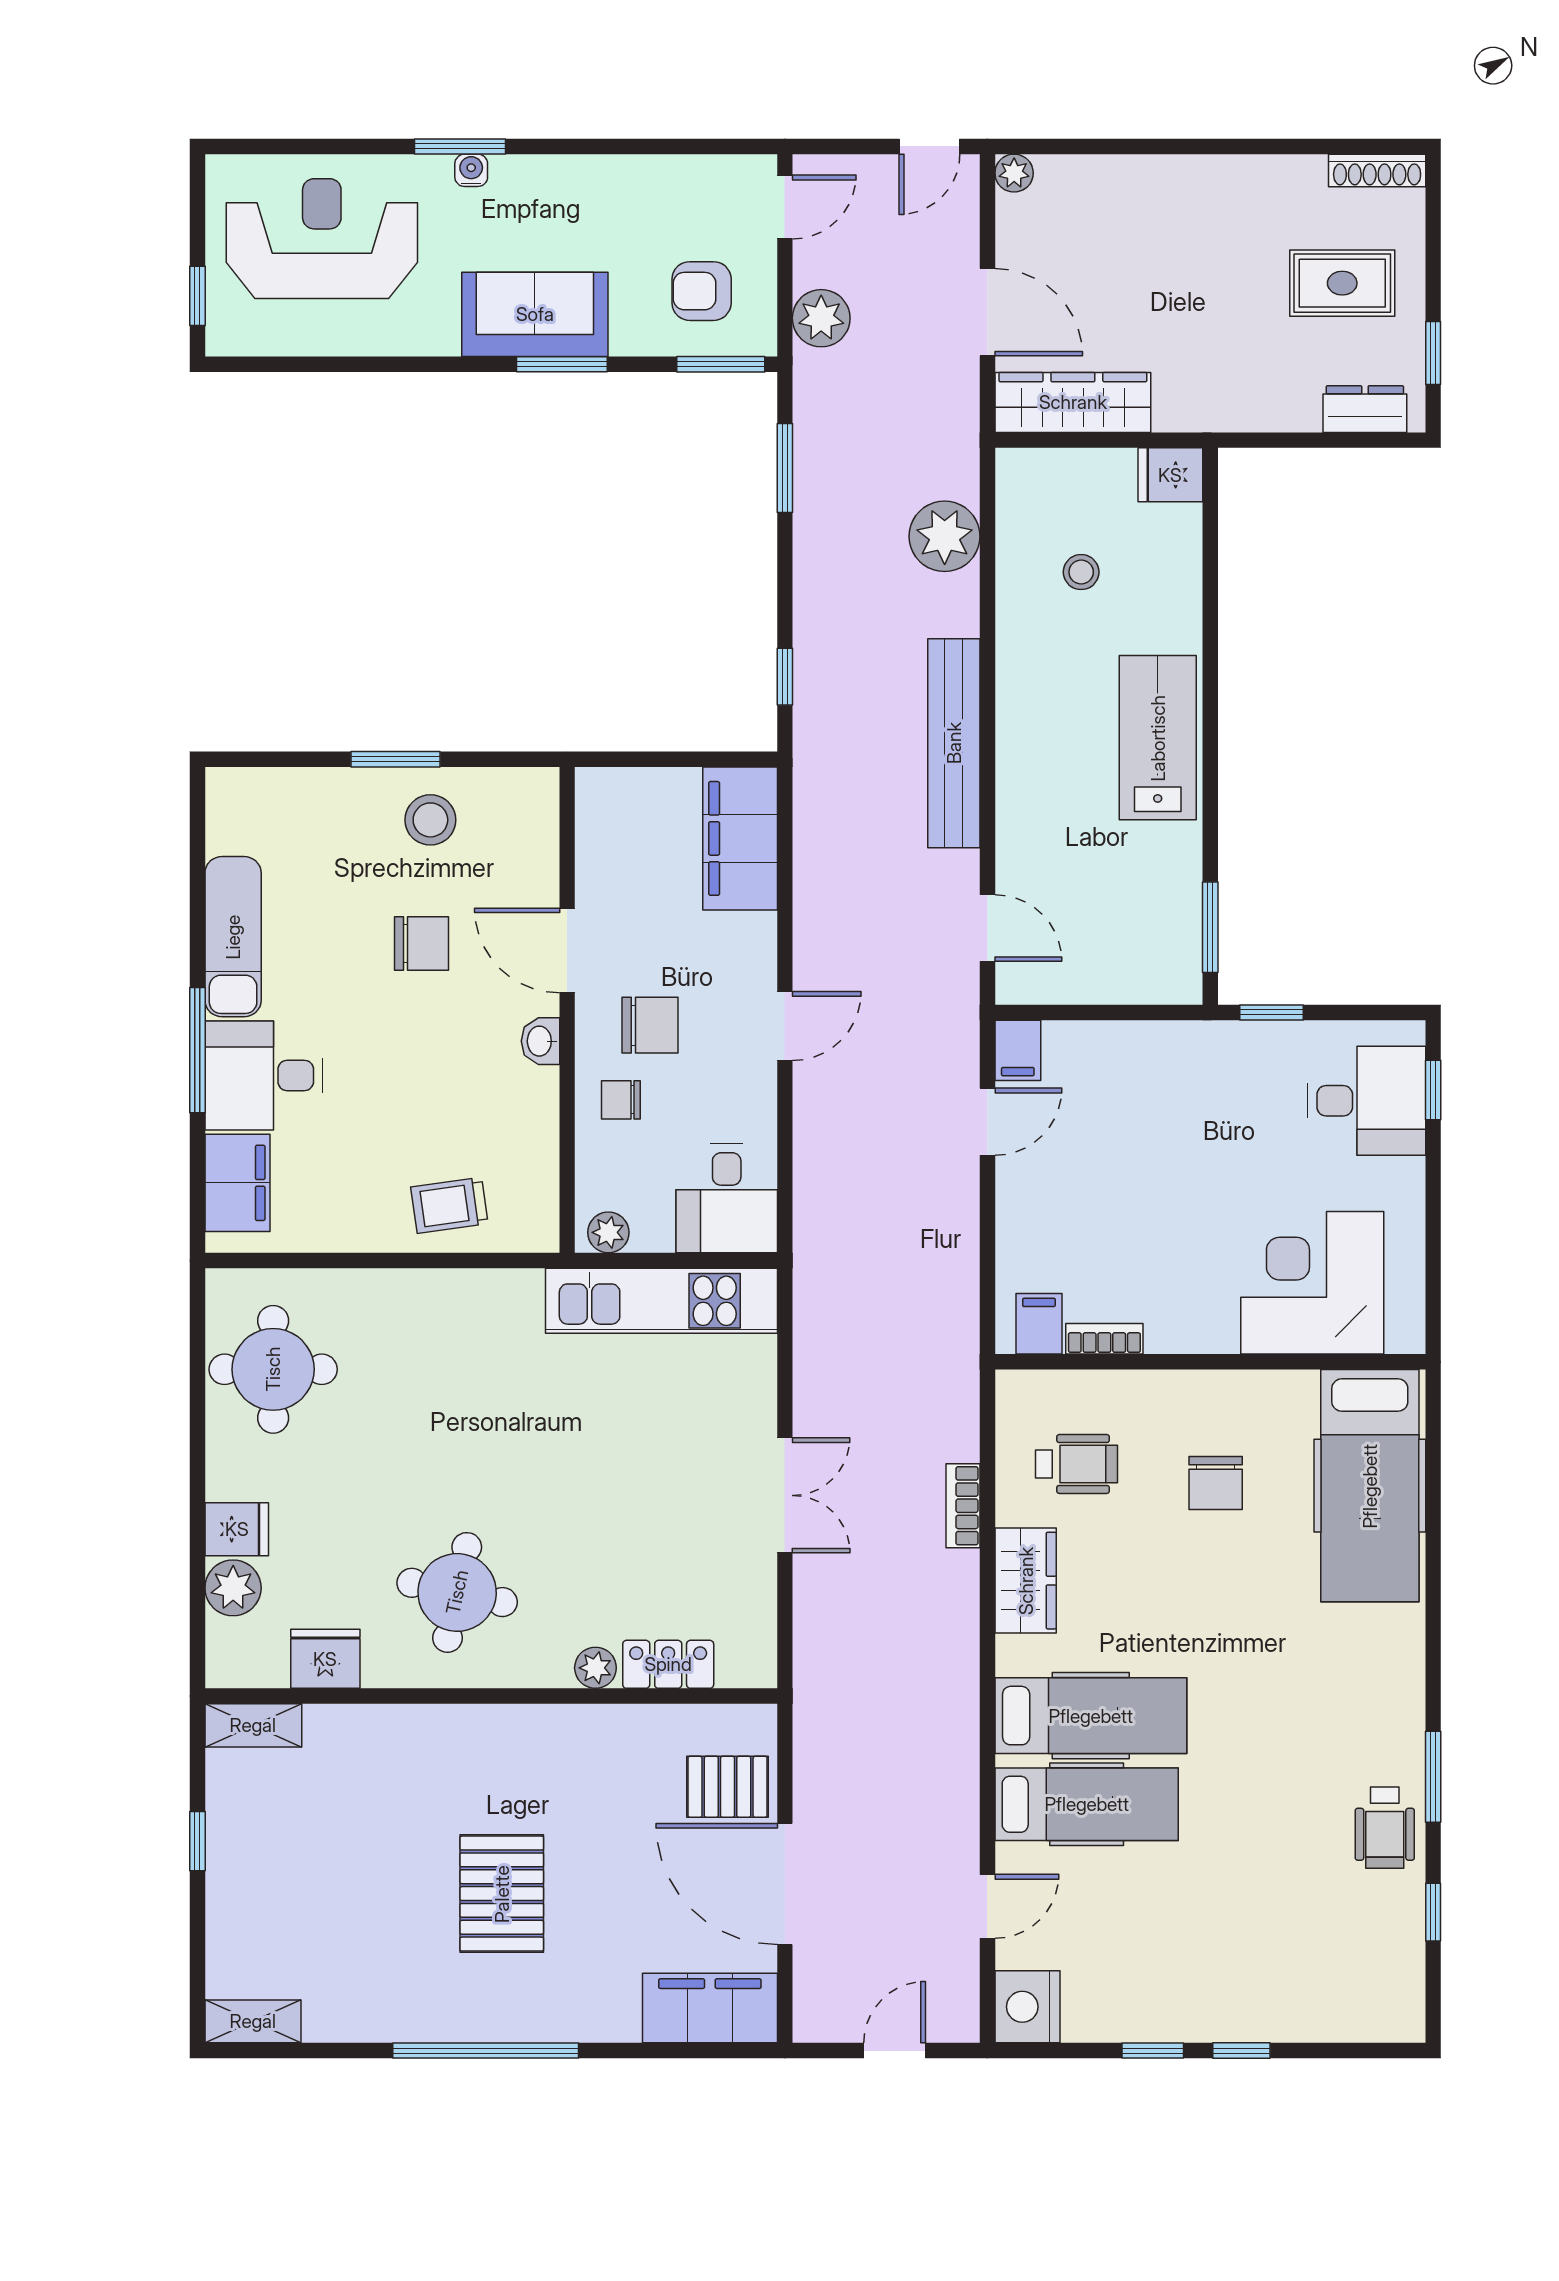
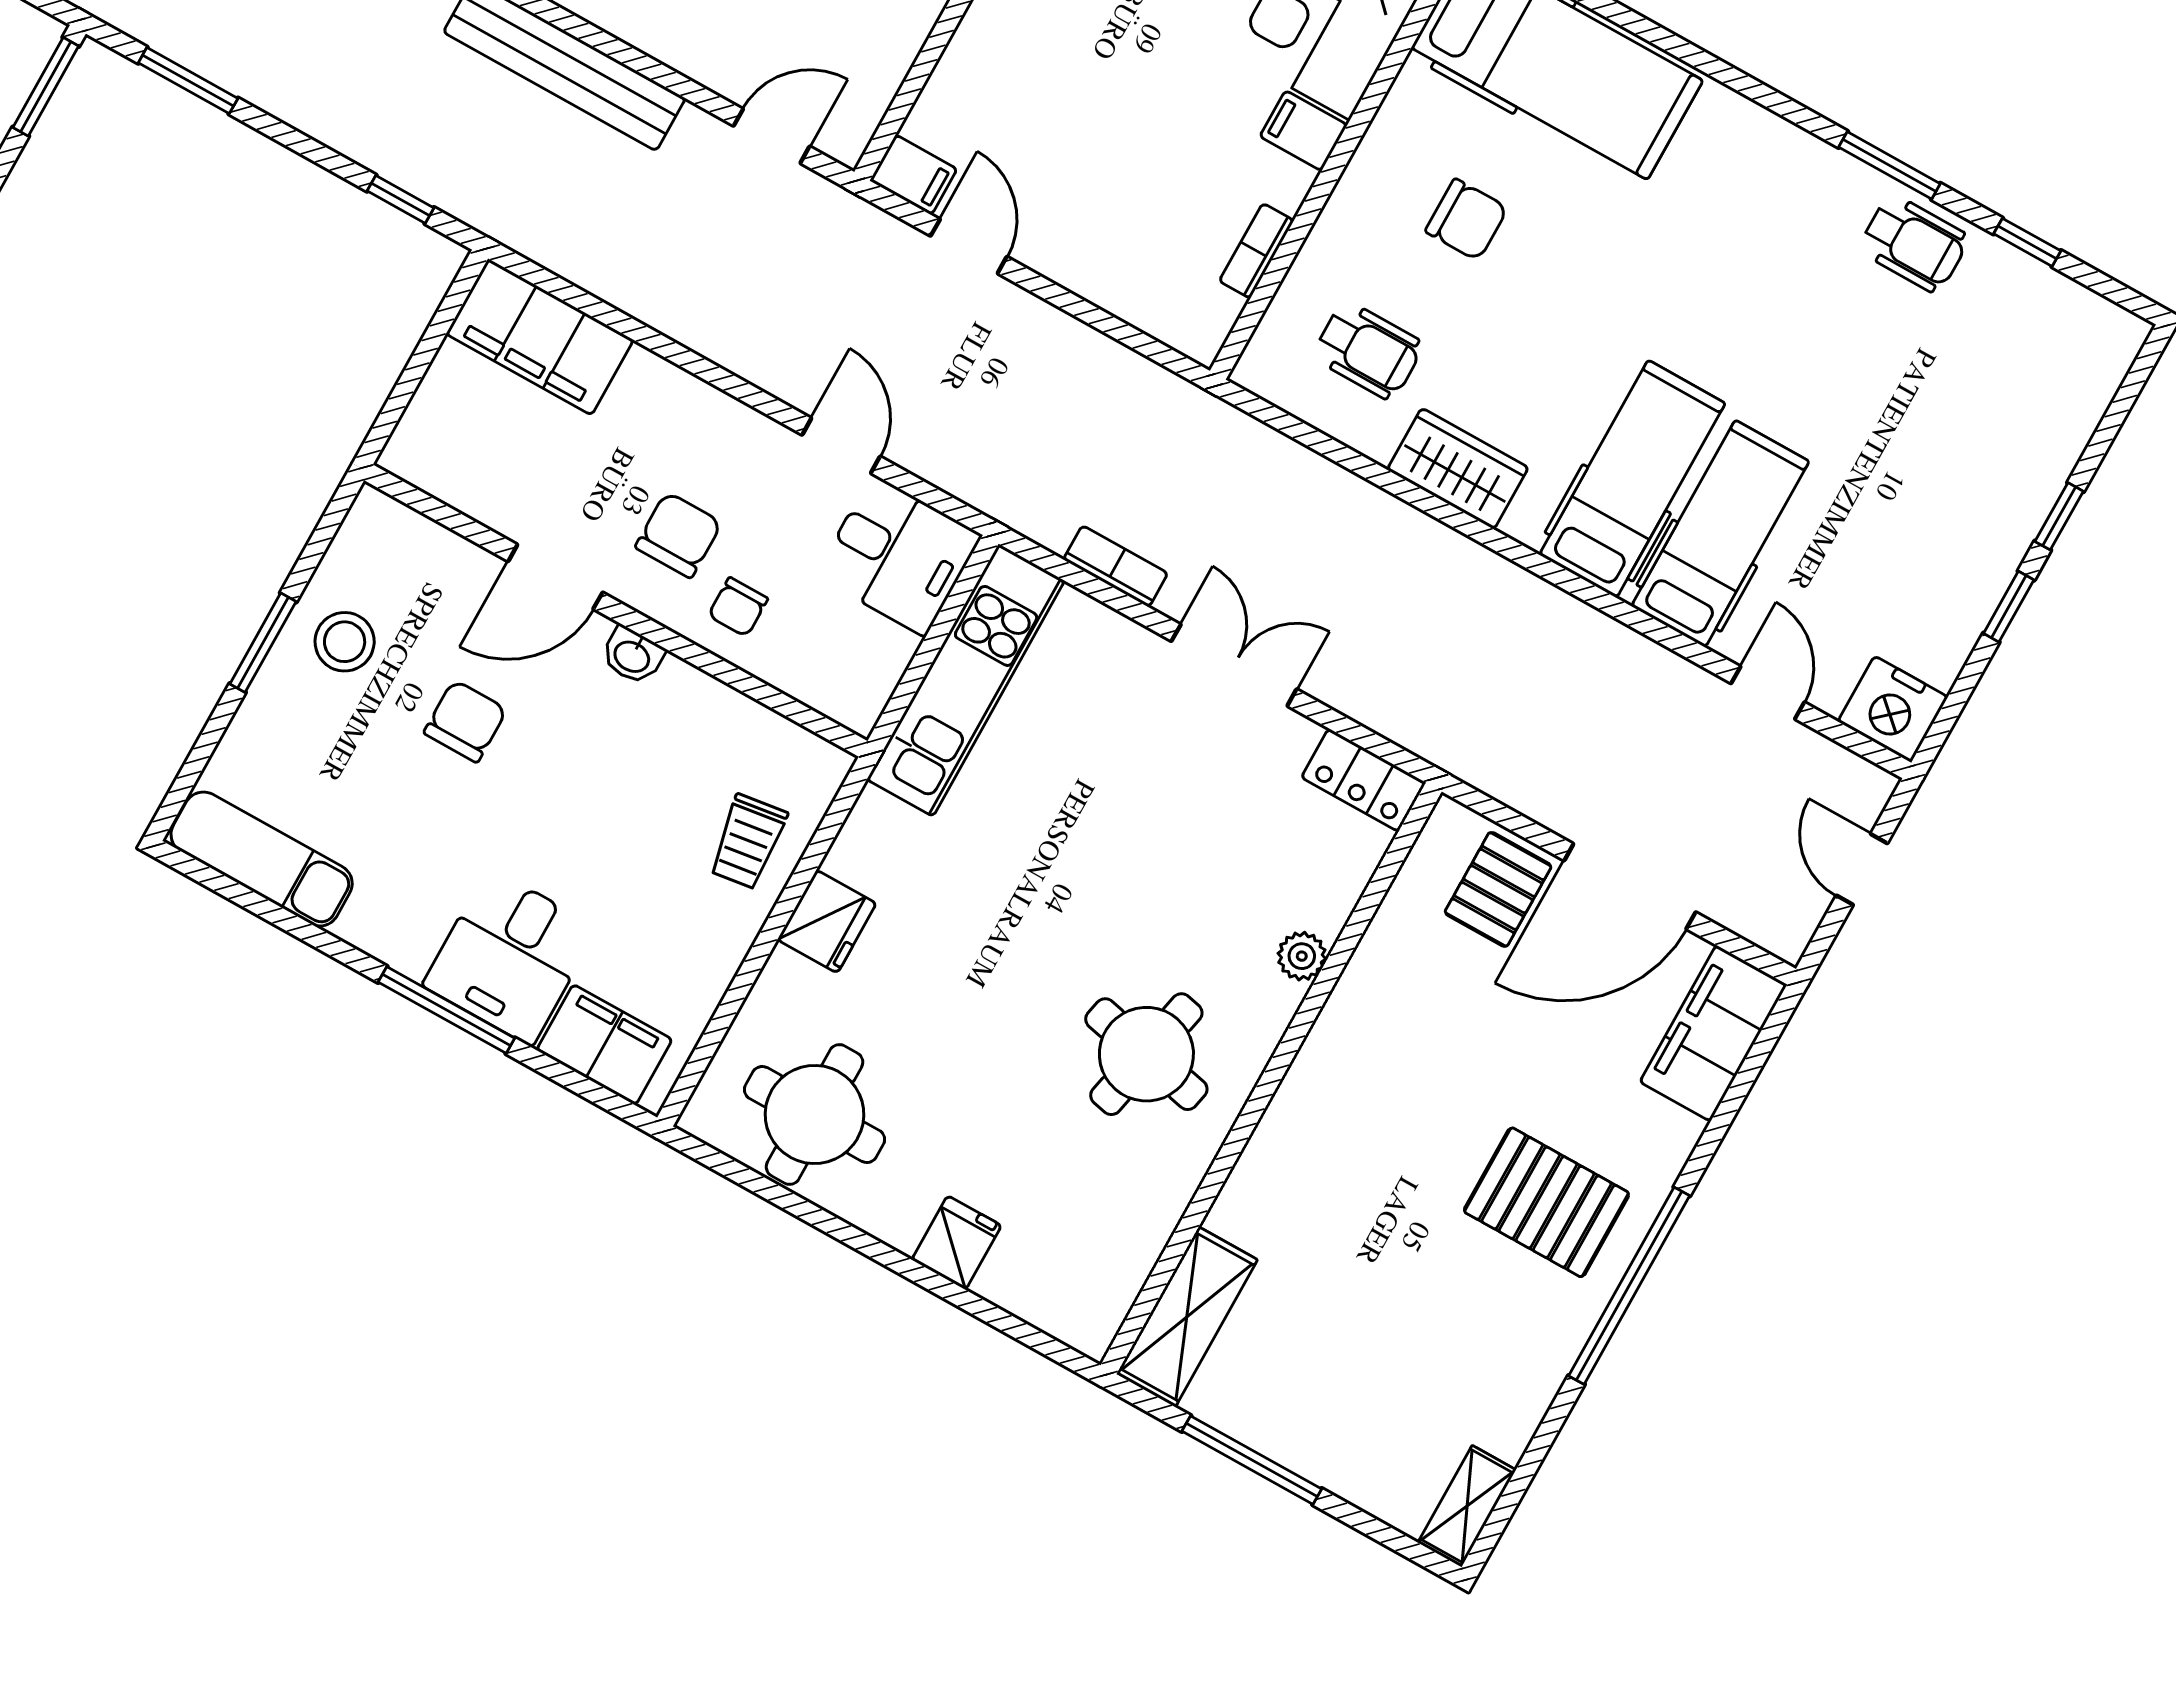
exam couch: (233, 937) -> (262, 859), moved
door: (785, 1026) -> (841, 446), moved
plant: (608, 1232) -> (866, 695), removed
filing cabinet: (1039, 1324) -> (1303, 131), moved
wheelchair: (1076, 1464) -> (1368, 350), turned 90
bookcase: (963, 1506) -> (1116, 566), moved, turned 180
plant: (233, 1588) -> (1014, 1280), removed
fridge: (325, 1659) -> (827, 921), moved, turned 180
locker: (668, 1664) -> (1364, 780), moved, turned -90
shelving: (253, 1725) -> (1187, 1317), width x1.50, depth x1.33
window: (197, 1841) -> (1252, 1460), width x2.17
pallet: (502, 1894) -> (1546, 1202), moved

